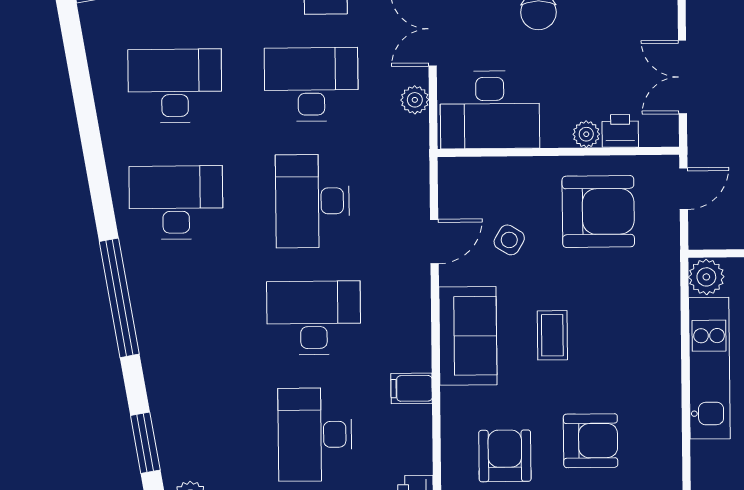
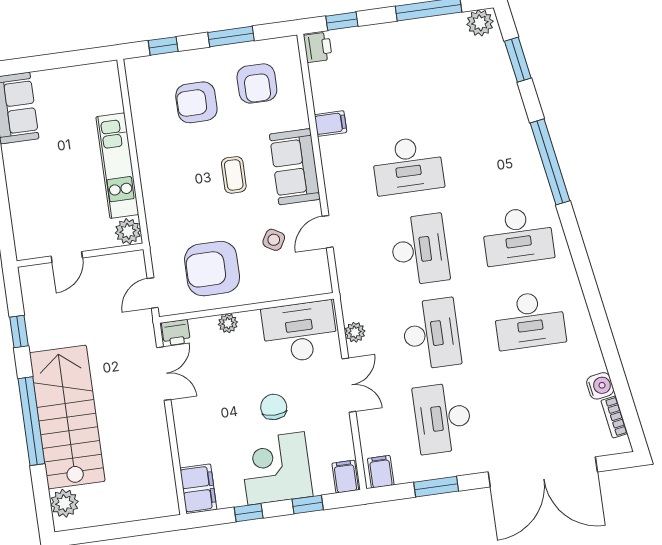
desk: (311, 84) -> (431, 334), turned -90
printer: (620, 131) -> (176, 333), moved
desk: (315, 434) -> (396, 81), removed

